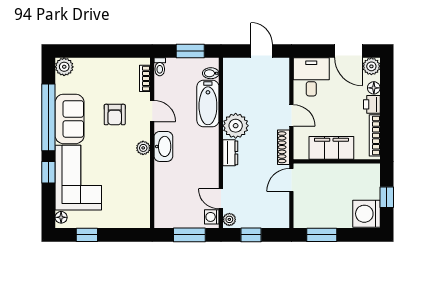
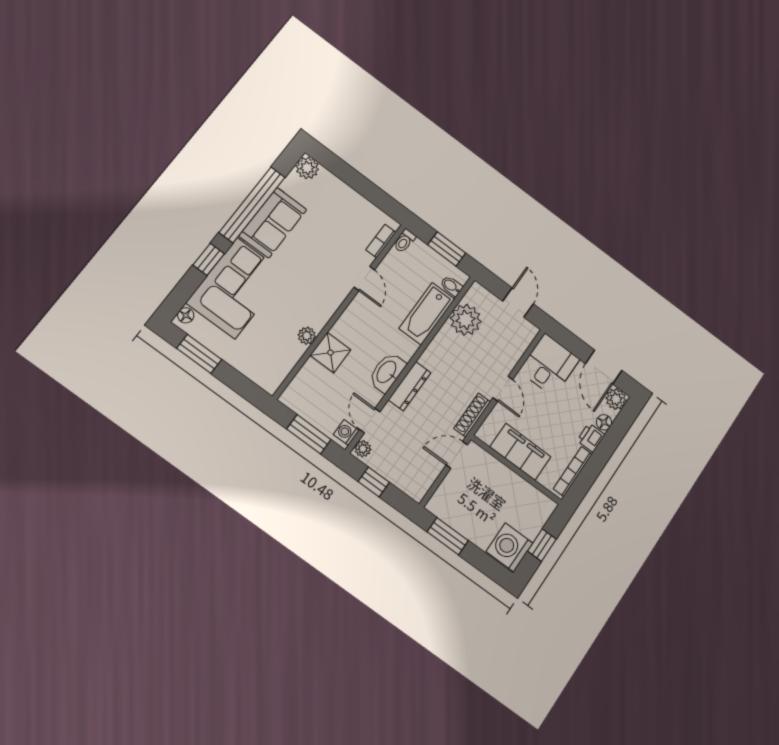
armchair: (115, 115) -> (323, 253), removed
plant: (236, 126) -> (466, 320), moved
washbasin: (163, 146) -> (387, 372), moved, turned 180
plant: (143, 148) -> (307, 336), moved
dresser: (230, 153) -> (409, 386), width x1.44
shower: (166, 174) -> (330, 353), added
window: (87, 235) -> (199, 354), width x1.50

